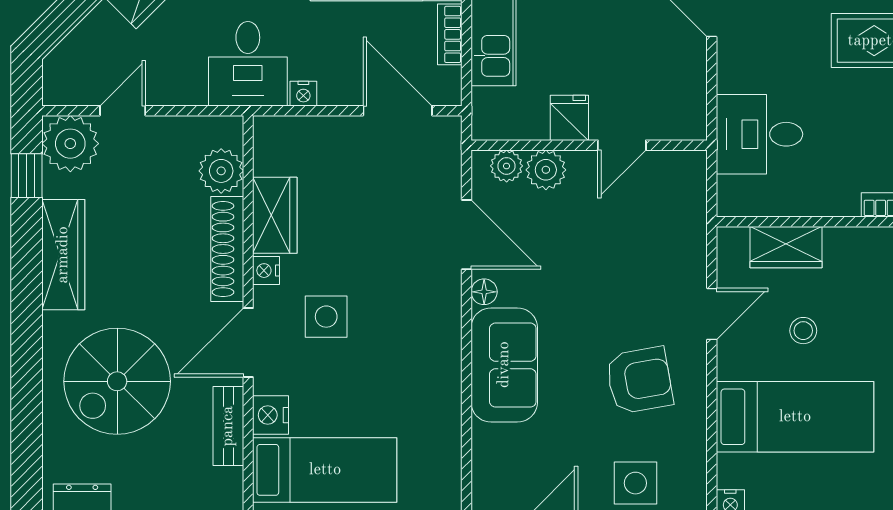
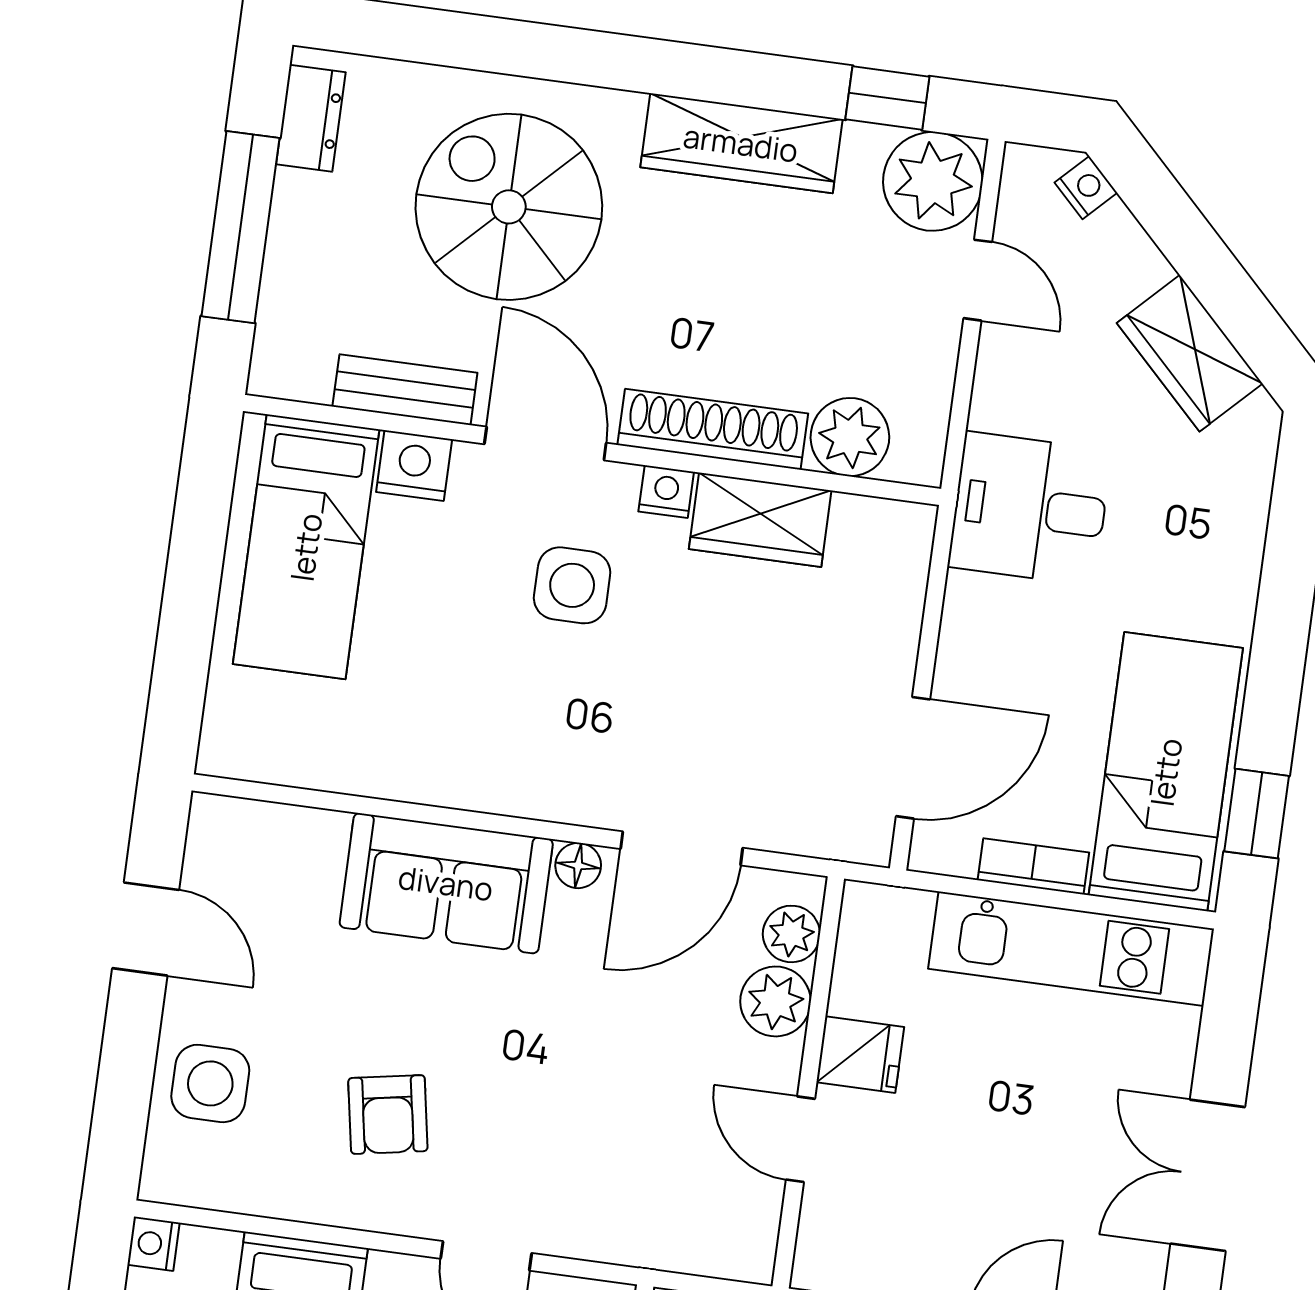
nightstand: (303, 94) -> (1086, 188), moved, turned 135
armchair: (639, 380) -> (388, 1115), width x0.72, depth x0.72

